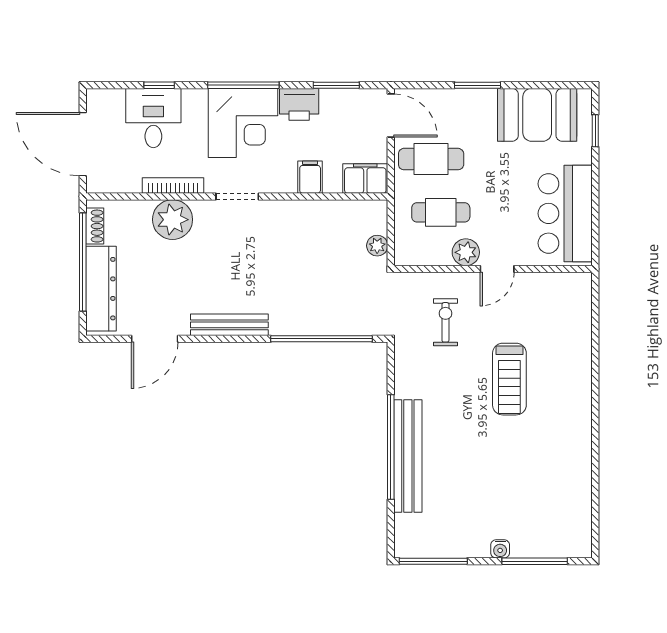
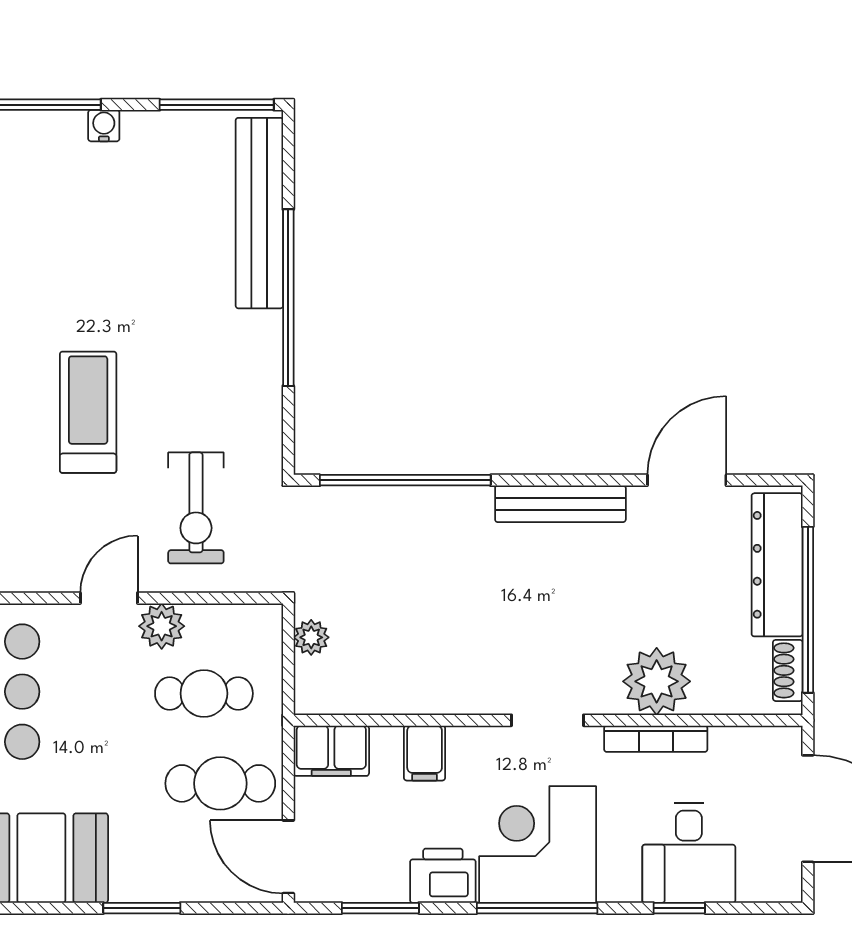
exercise bike: (445, 322) -> (196, 508), width x1.38, depth x1.39
bench: (408, 456) -> (259, 213), moved

